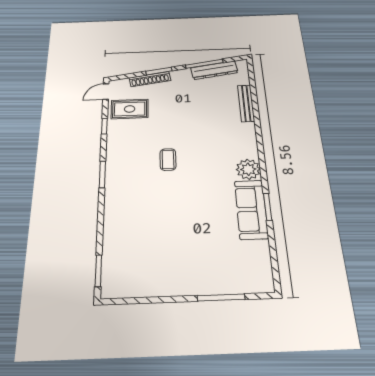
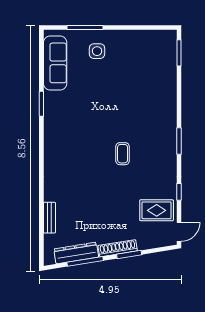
shoe rack: (150, 79) -> (118, 248), moved
bench: (246, 103) -> (49, 218), width x0.73
plant: (248, 169) -> (54, 141), removed
sofa: (251, 209) -> (55, 63), moved
side table: (204, 269) -> (97, 51), added

